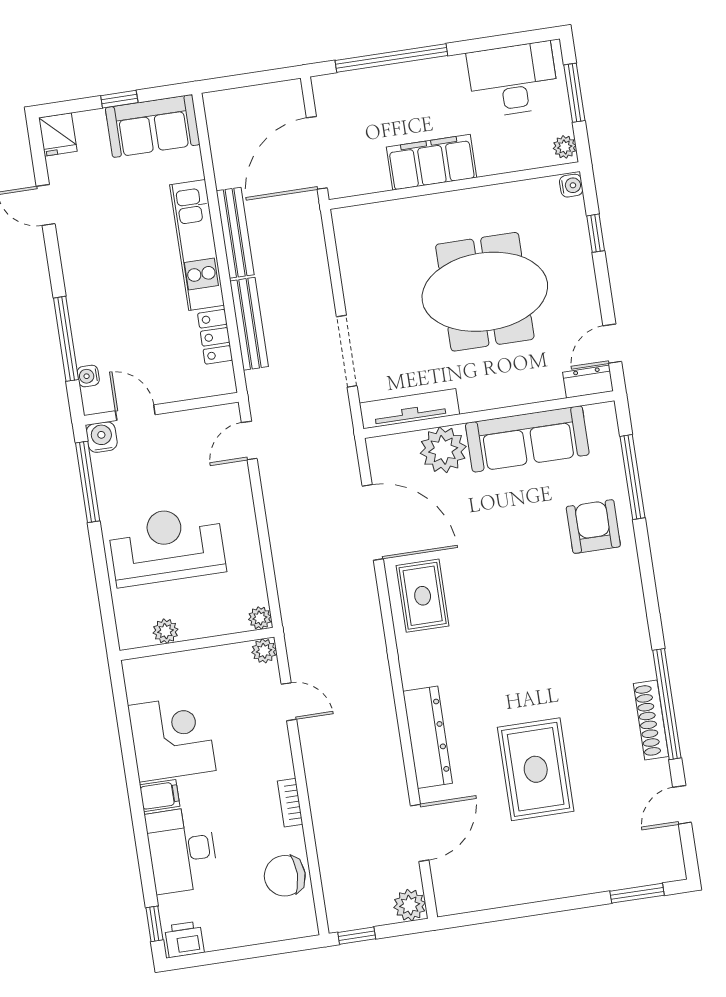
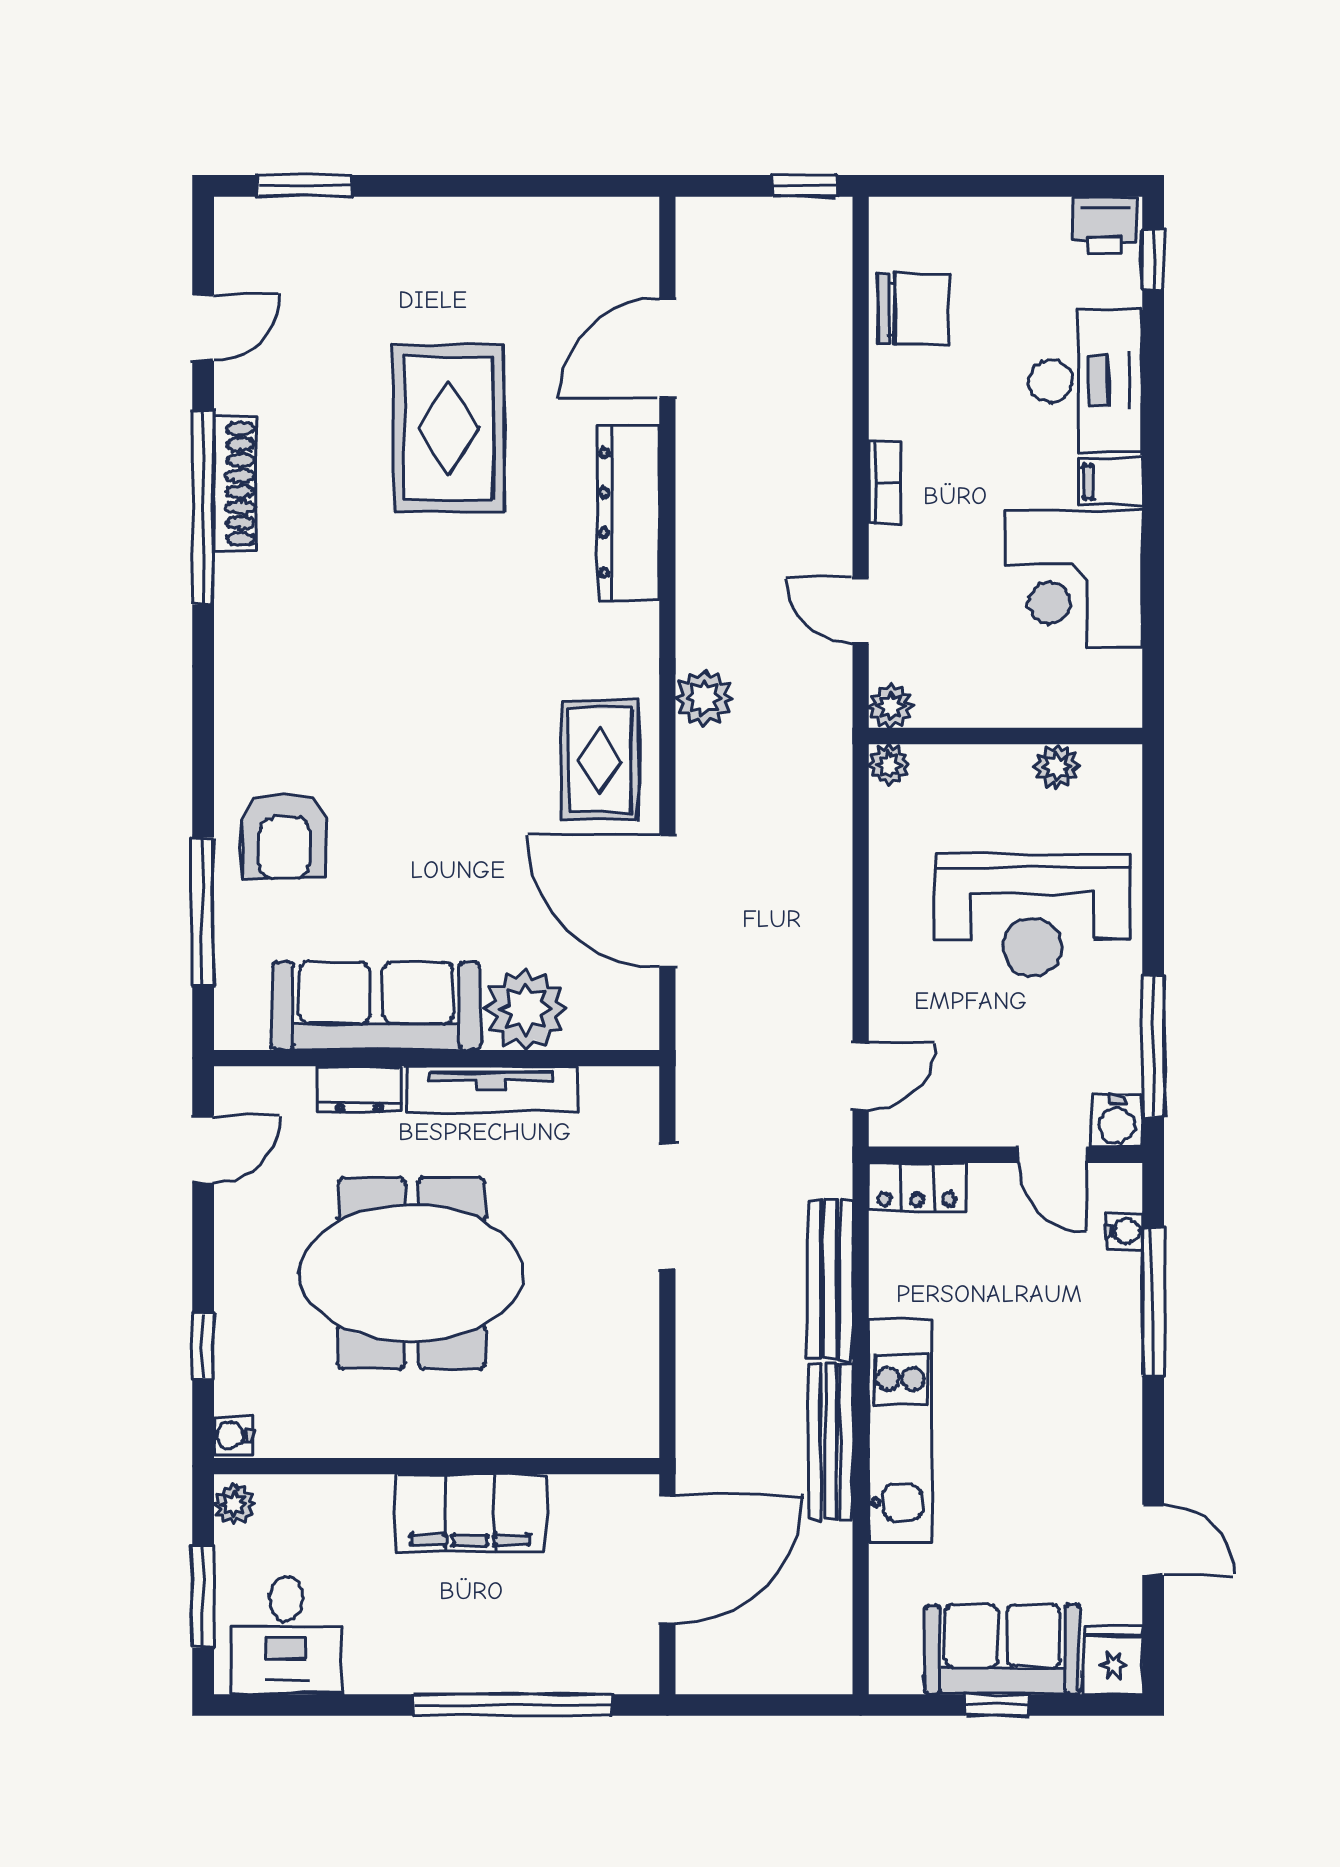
desk: (513, 80) -> (286, 1635), width x0.73
sofa: (153, 126) -> (1003, 1649), moved
locker: (215, 337) -> (917, 1187), moved, turned 90
dresser: (588, 382) -> (359, 1090), moved
tv unit: (409, 409) -> (491, 1089), moved
bookcase: (290, 803) -> (885, 483), moved
plant: (410, 905) -> (704, 698), moved

